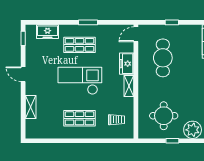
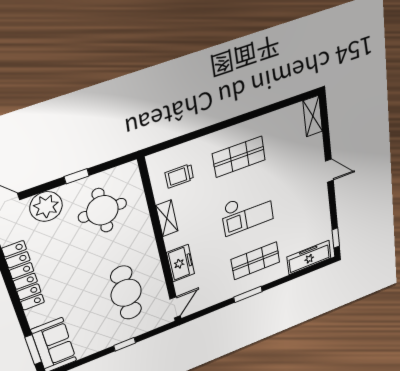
freezer: (48, 32) -> (309, 257), width x1.40
door: (23, 74) -> (329, 171), moved
checkout: (80, 81) -> (247, 212), width x0.73, depth x0.83
shelving: (129, 86) -> (167, 218), moved
shelving: (31, 107) -> (313, 116), moved

